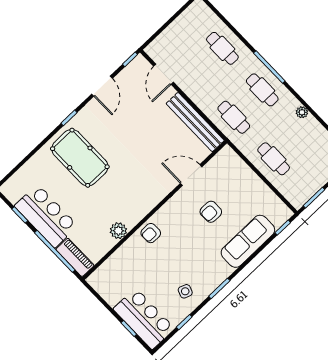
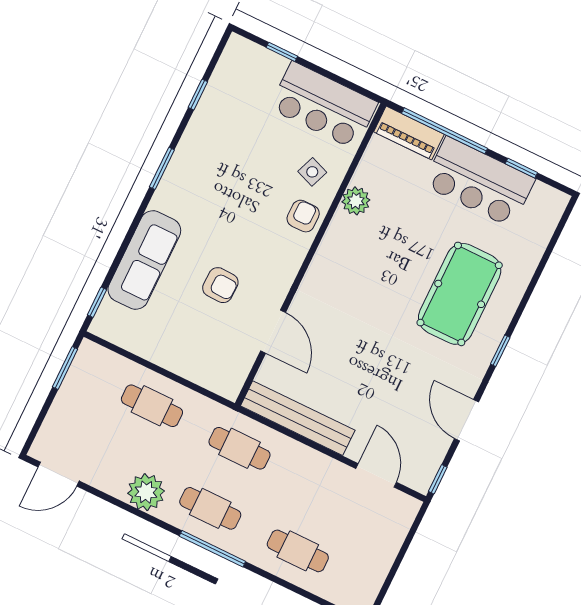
plant: (302, 112) -> (146, 492), width x1.87, depth x1.87
pool table: (80, 158) -> (460, 294), turned 90
door: (191, 175) -> (273, 332), hinge flipped
armchair: (211, 212) -> (220, 285), turned 92
side table: (185, 291) -> (312, 172), moved
bar counter: (144, 319) -> (324, 105), moved

